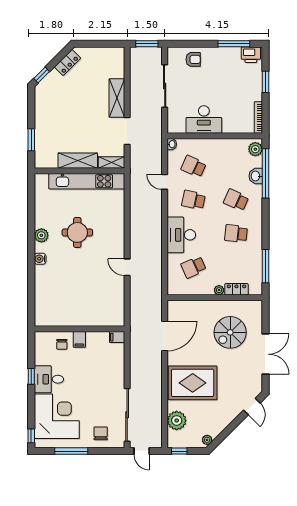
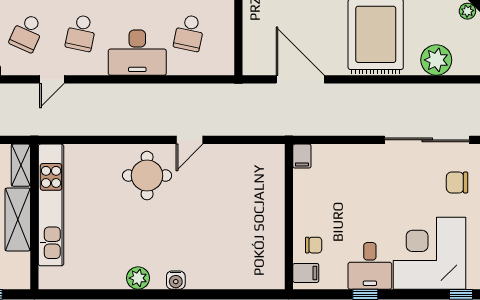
round table: (77, 232) -> (147, 176), moved
school desk: (194, 267) -> (189, 33), turned 36
filing cabinet: (79, 339) -> (306, 273), moved

